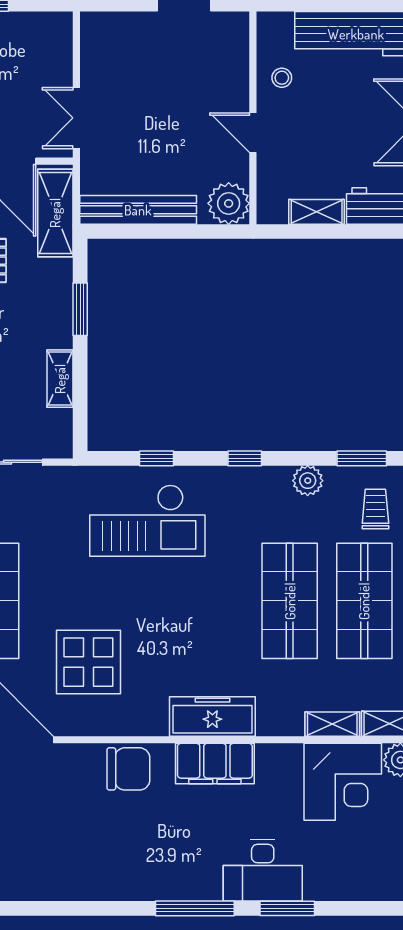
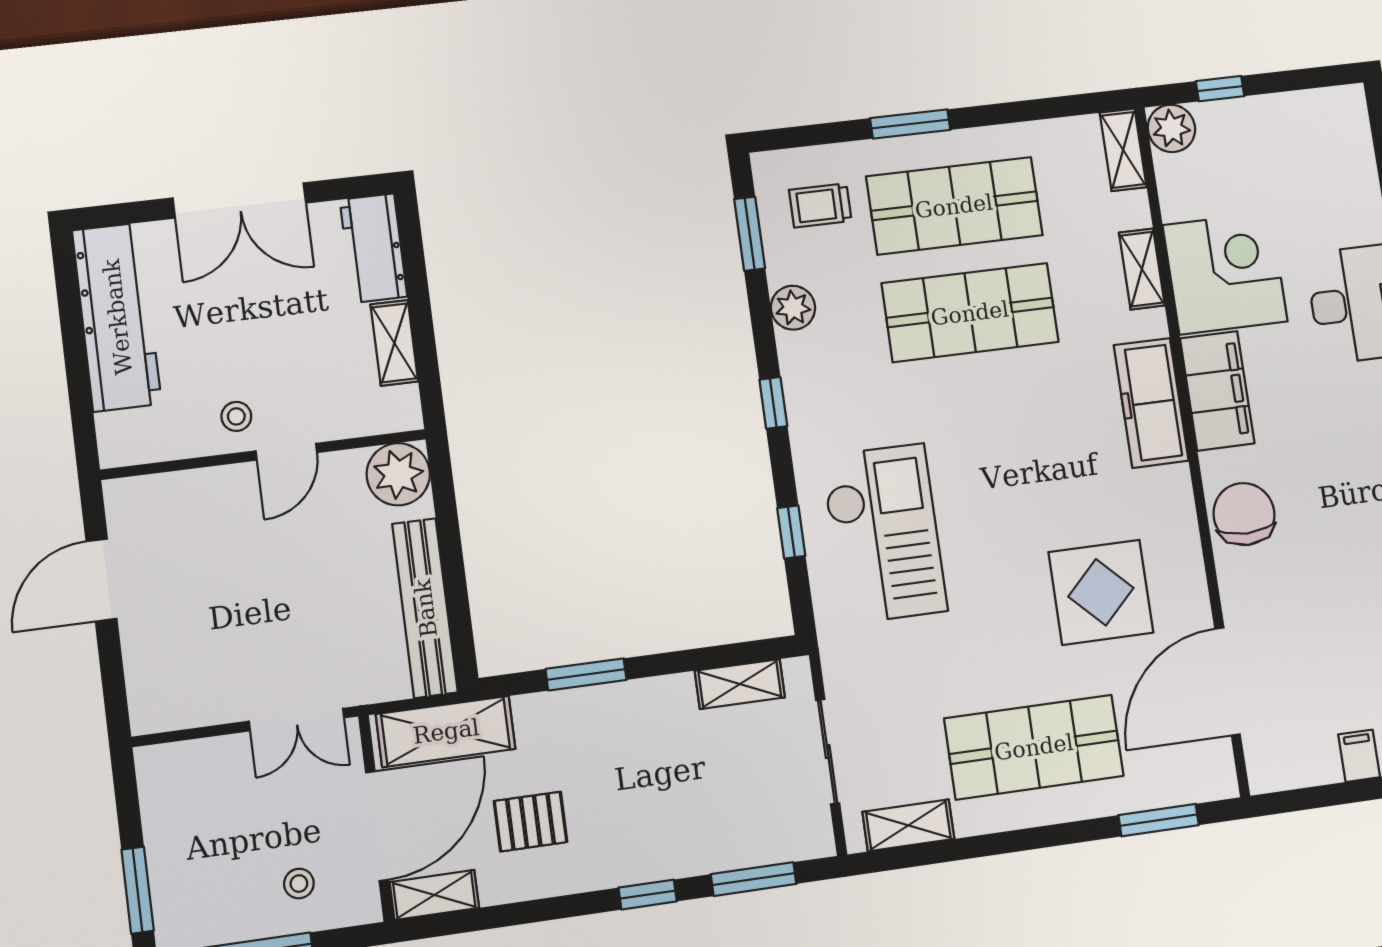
stool: (282, 78) -> (236, 416), moved
shelving: (60, 379) -> (740, 684), moved
shelving: (332, 724) -> (1142, 269), moved
corner desk: (343, 782) -> (1225, 273), moved

